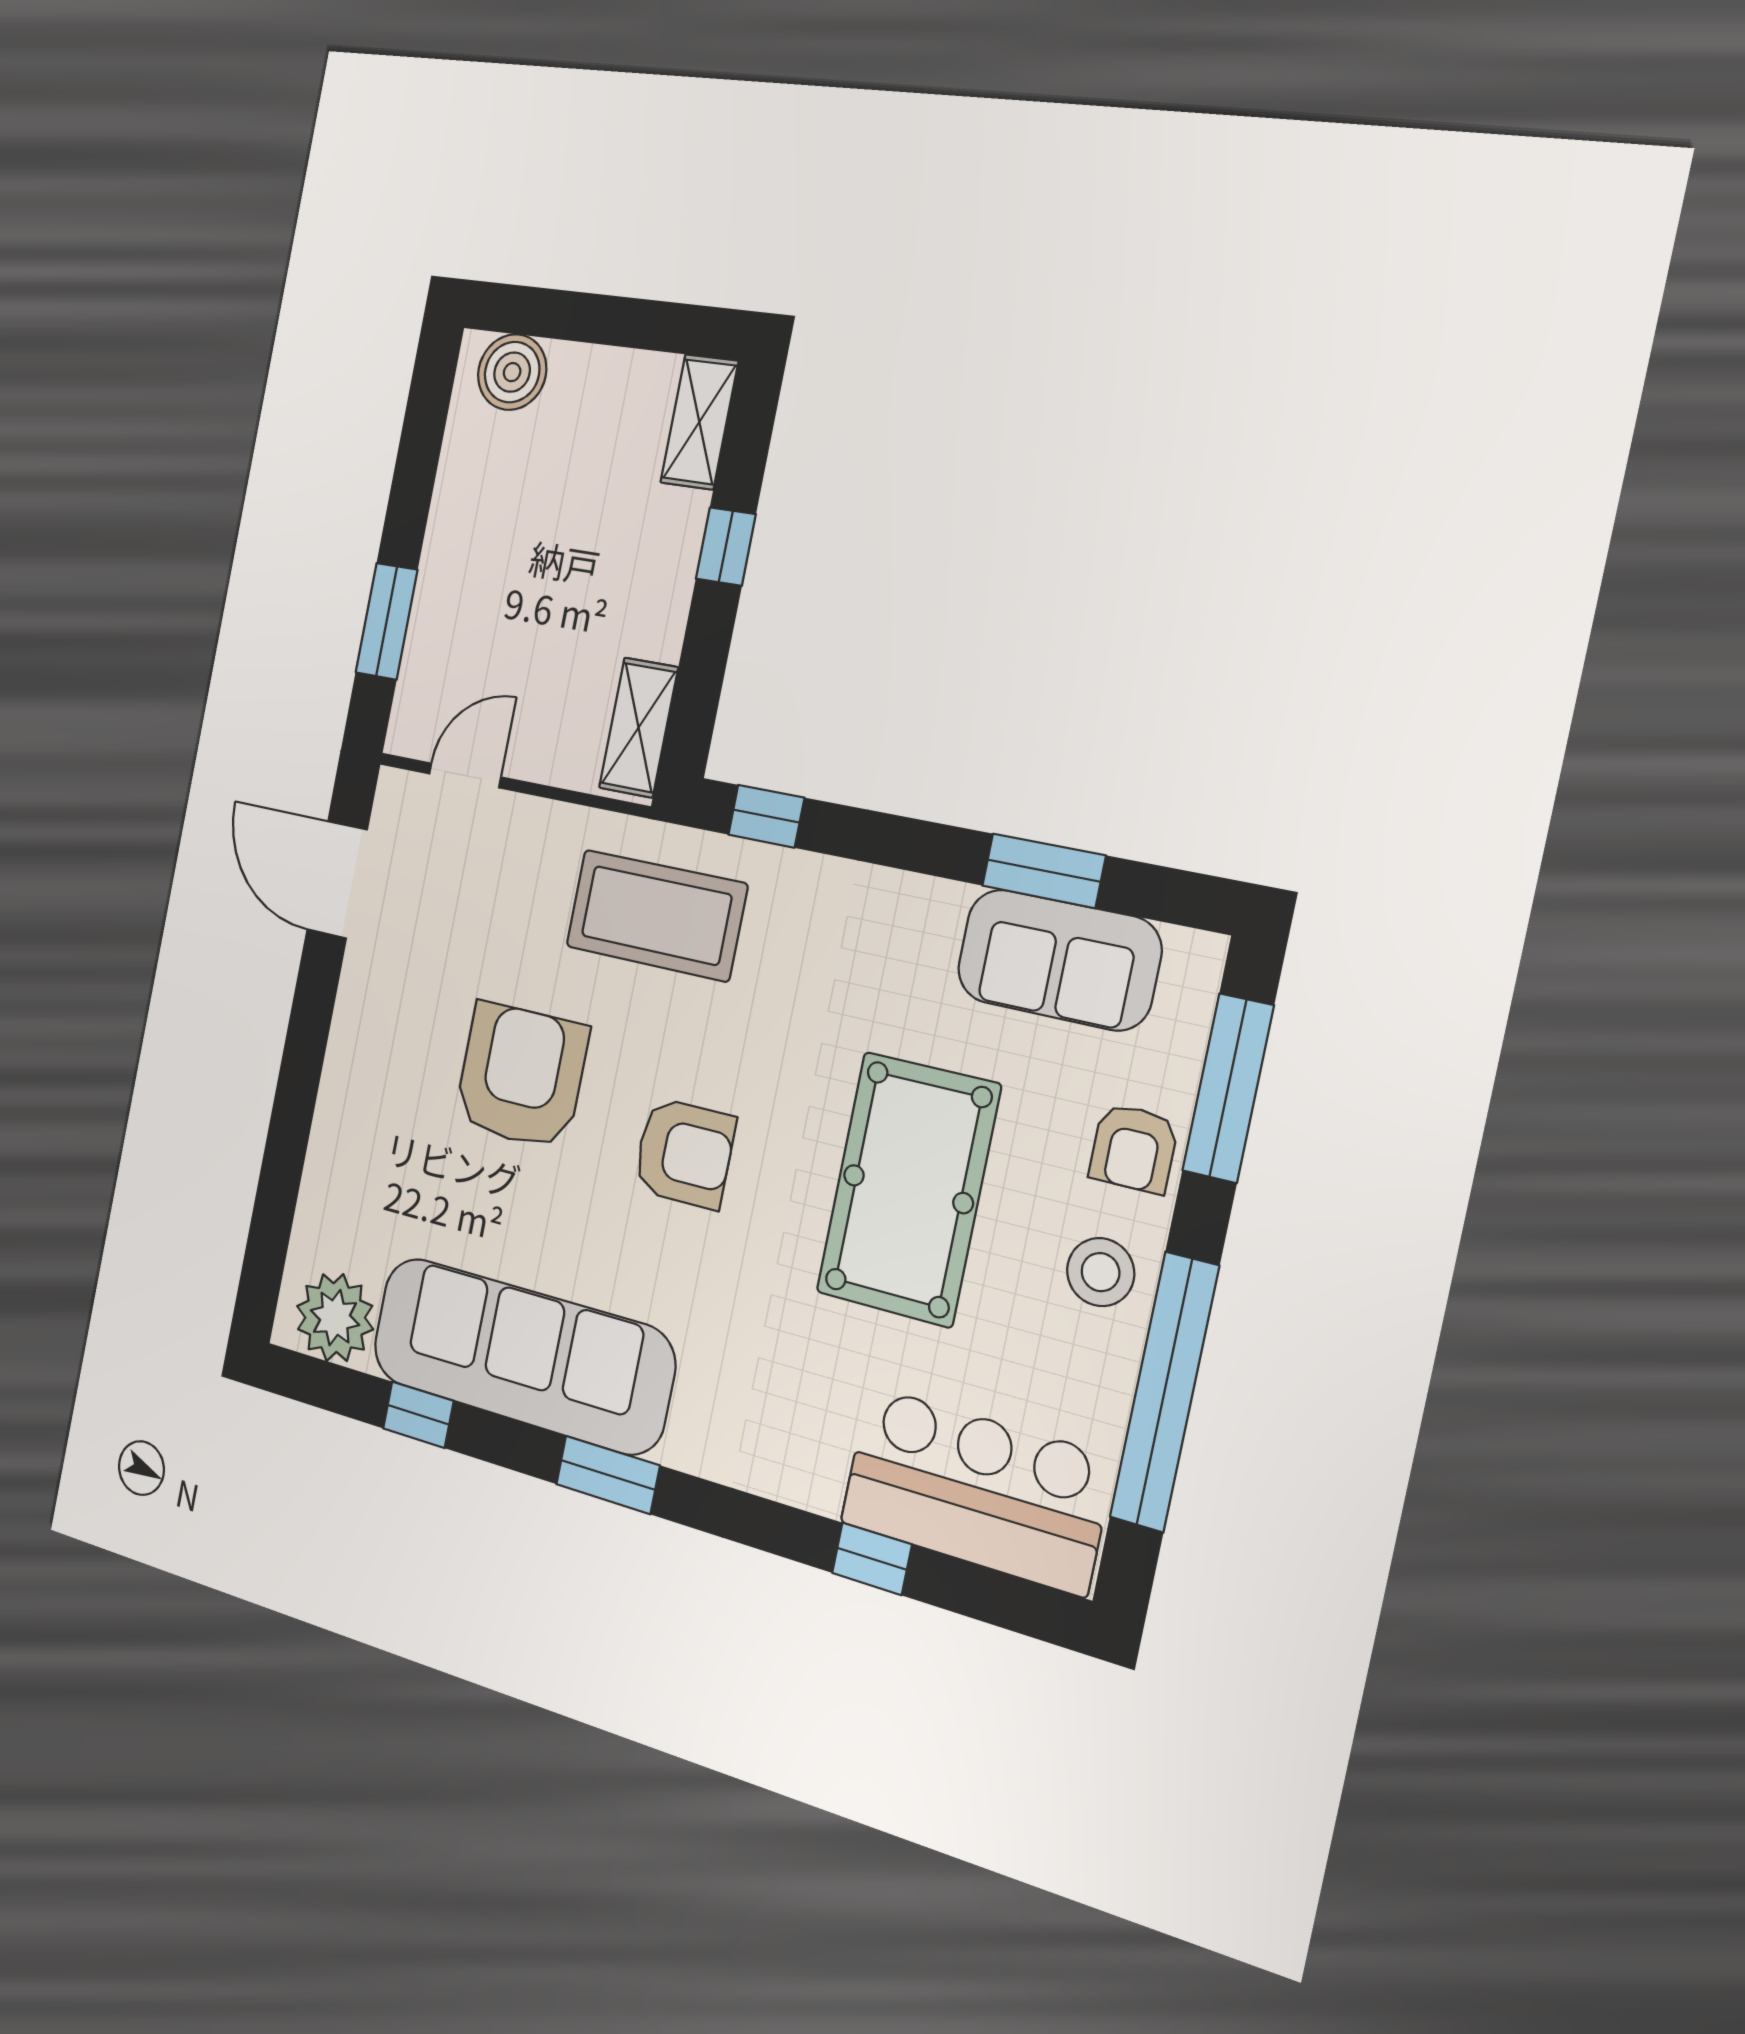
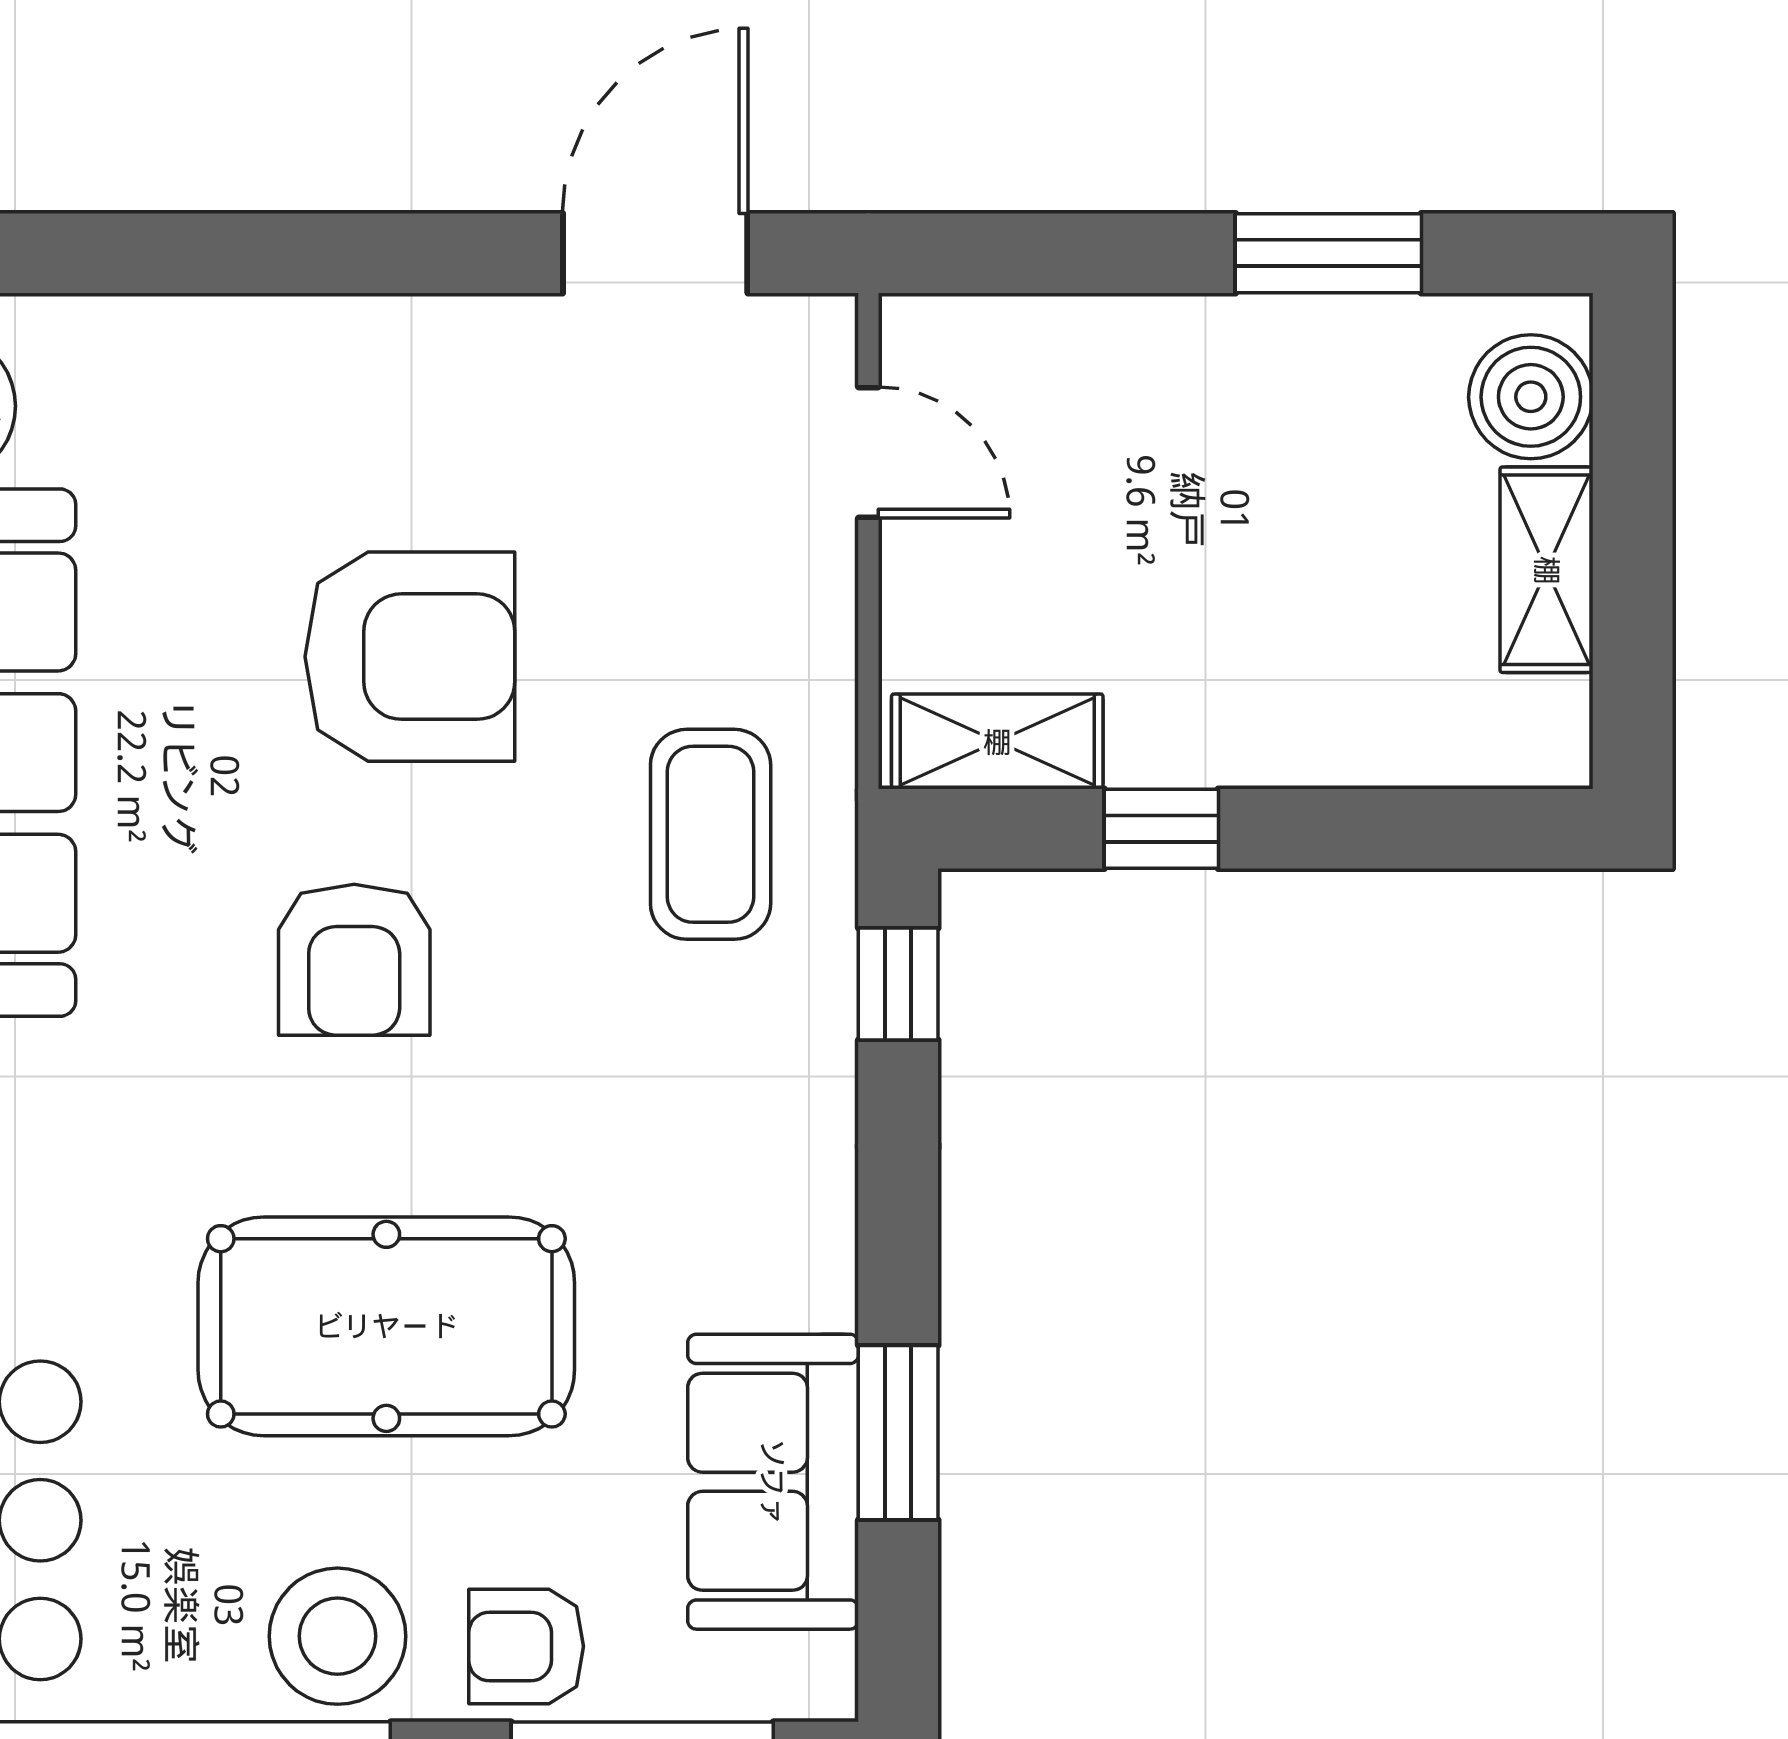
shelving: (699, 422) -> (1547, 570), moved, turned 90
window: (726, 547) -> (1161, 829), moved
window: (387, 621) -> (1328, 253), moved
coffee table: (656, 915) -> (711, 834), width x0.73, depth x0.76
stool: (1101, 1272) -> (338, 1636), width x1.38, depth x1.38

